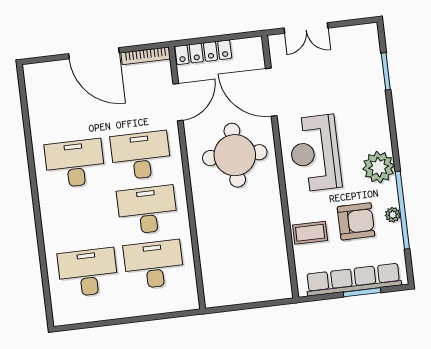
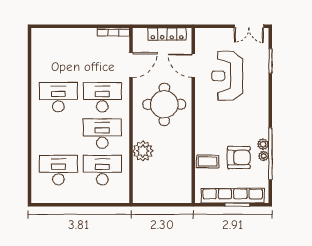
double door: (306, 28) -> (249, 26), moved
locker: (203, 52) -> (167, 34), moved
door: (94, 53) -> (79, 26), removed
door: (271, 92) -> (193, 66), width x0.73
reception desk: (315, 153) -> (227, 76), moved
plant: (379, 167) -> (263, 144), moved, width x0.53, depth x0.53
plant: (211, 229) -> (143, 151), added

